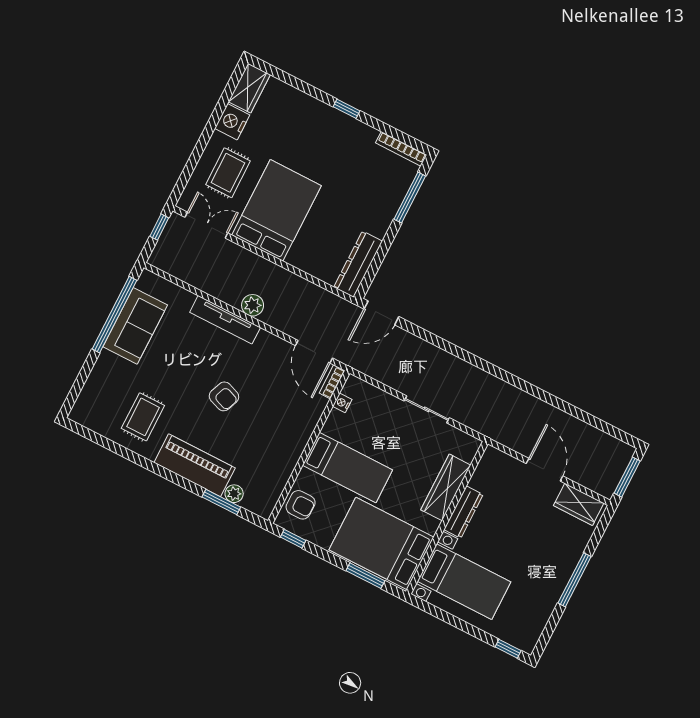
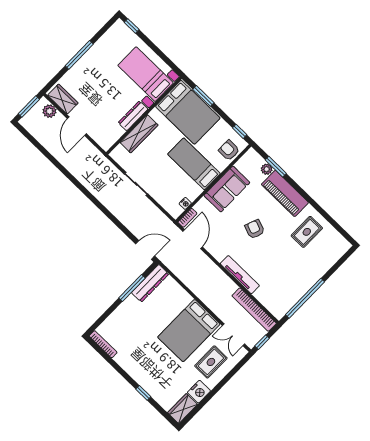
window: (347, 109) -> (143, 393), moved
window: (410, 198) -> (132, 288), moved
bookcase: (187, 273) -> (254, 310), added
plant: (253, 305) -> (49, 111), moved
sofa: (135, 326) -> (227, 189), moved, turned 180

